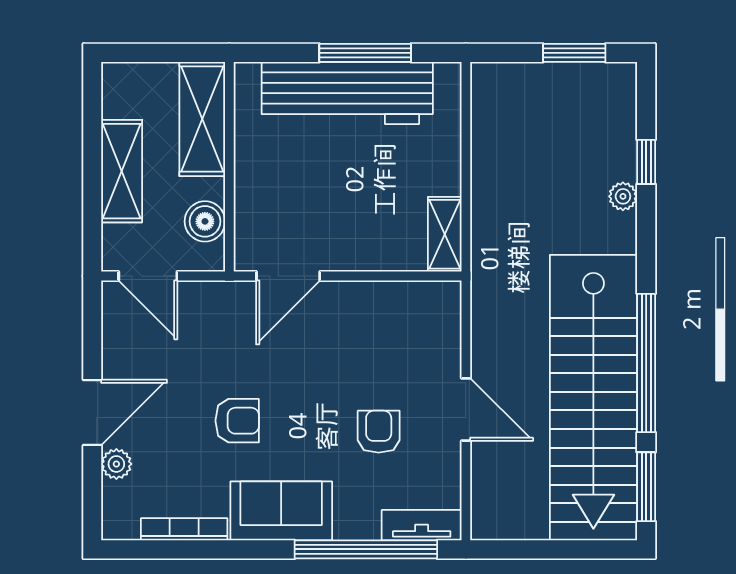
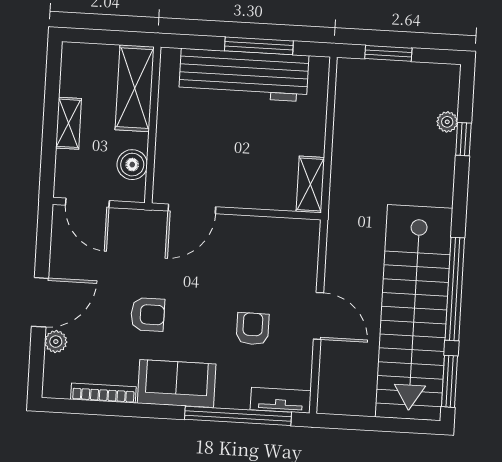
window: (574, 53) -> (388, 53), moved
shelving: (122, 171) -> (69, 123), width x0.67, depth x0.75
plant: (623, 196) -> (447, 122), moved

